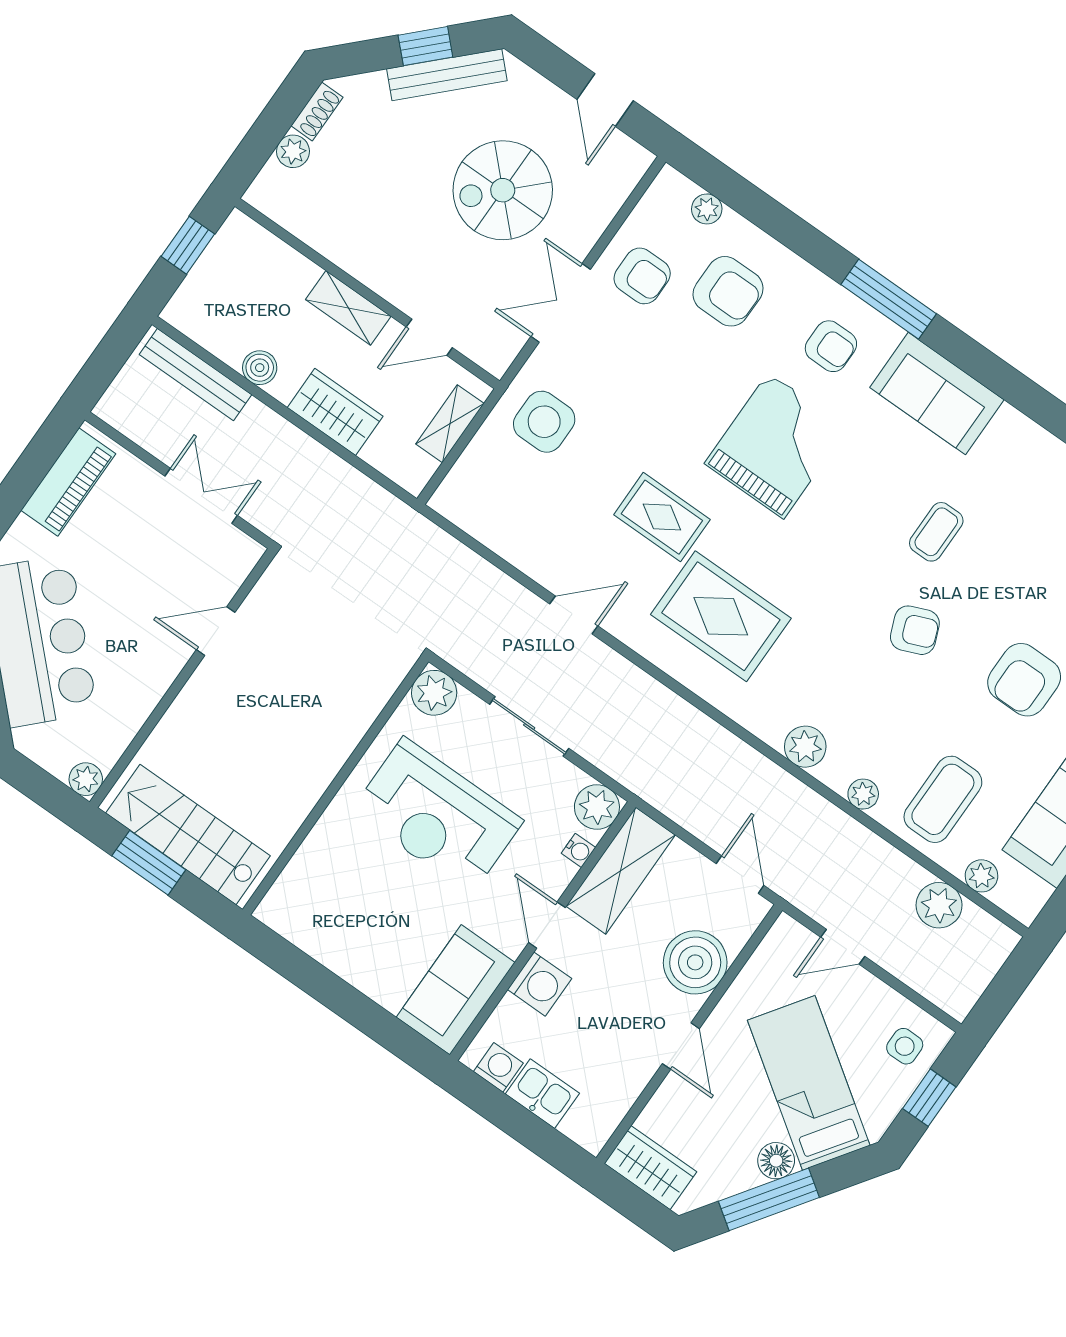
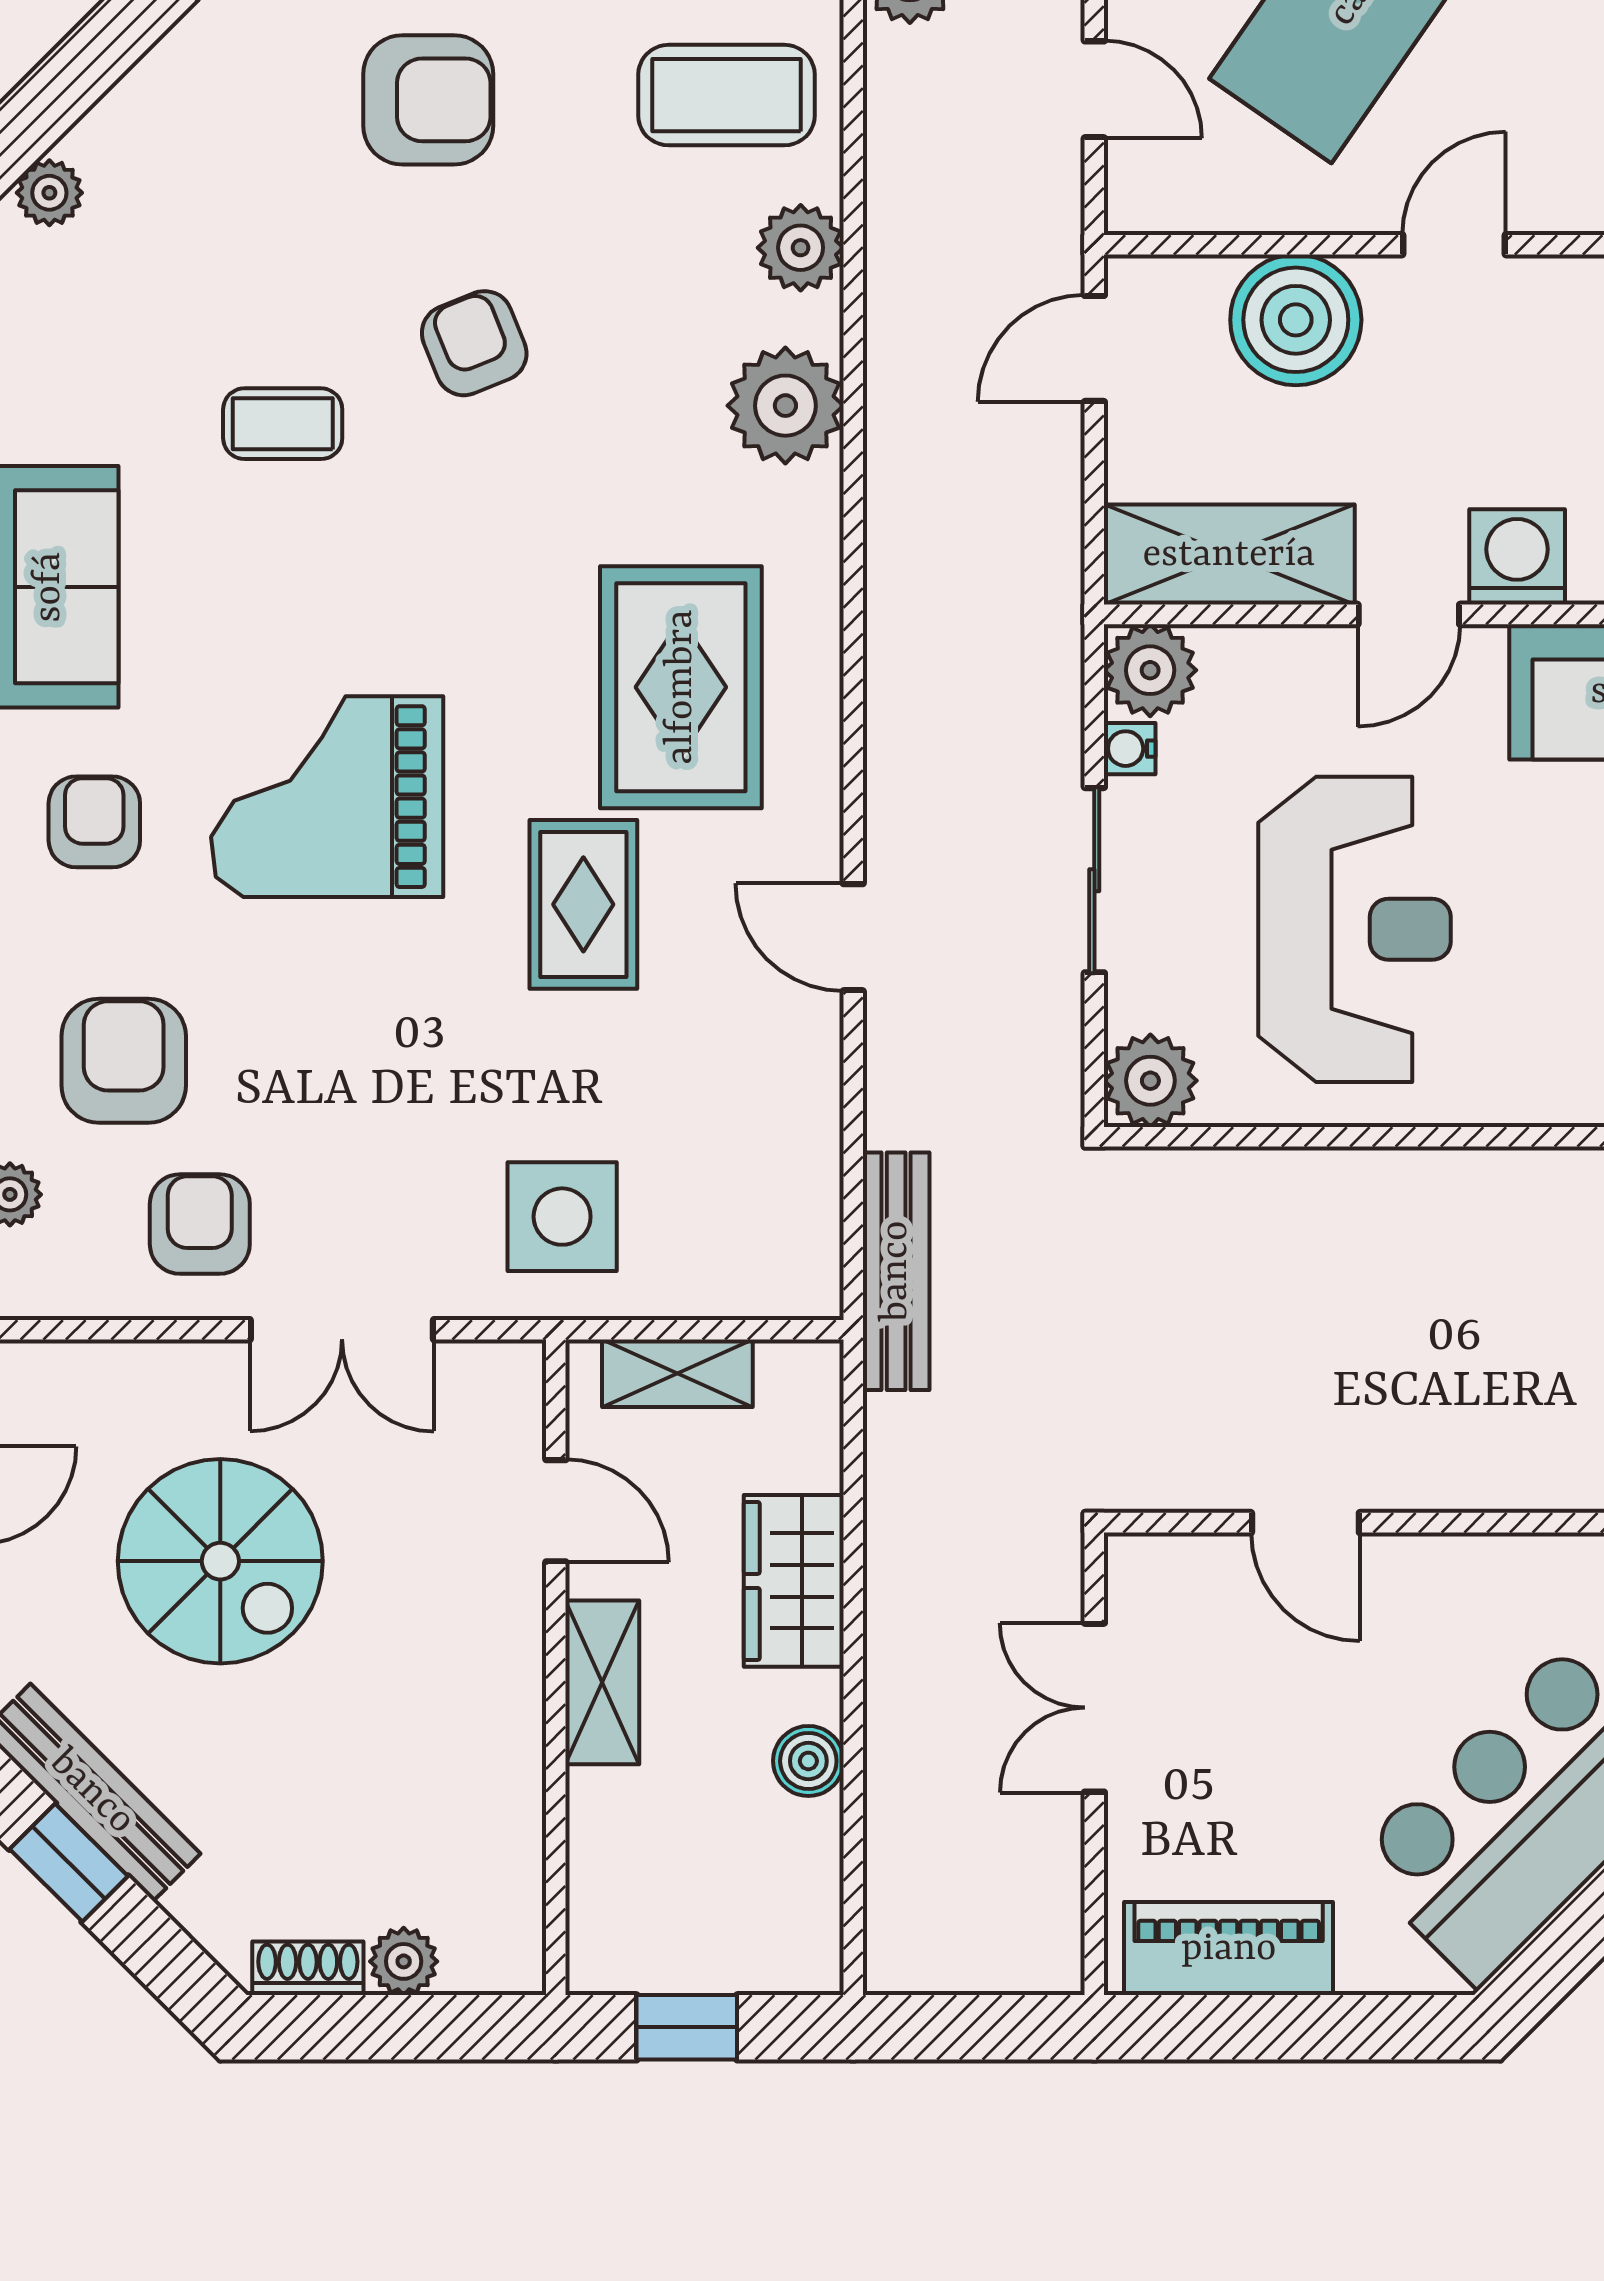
bench: (195, 374) -> (896, 1271), moved
plant: (805, 747) -> (785, 406), width x1.36, depth x1.36
plant: (863, 794) -> (801, 248), width x1.38, depth x1.38
water cooler: (578, 850) -> (1130, 749), moved, turned -90

